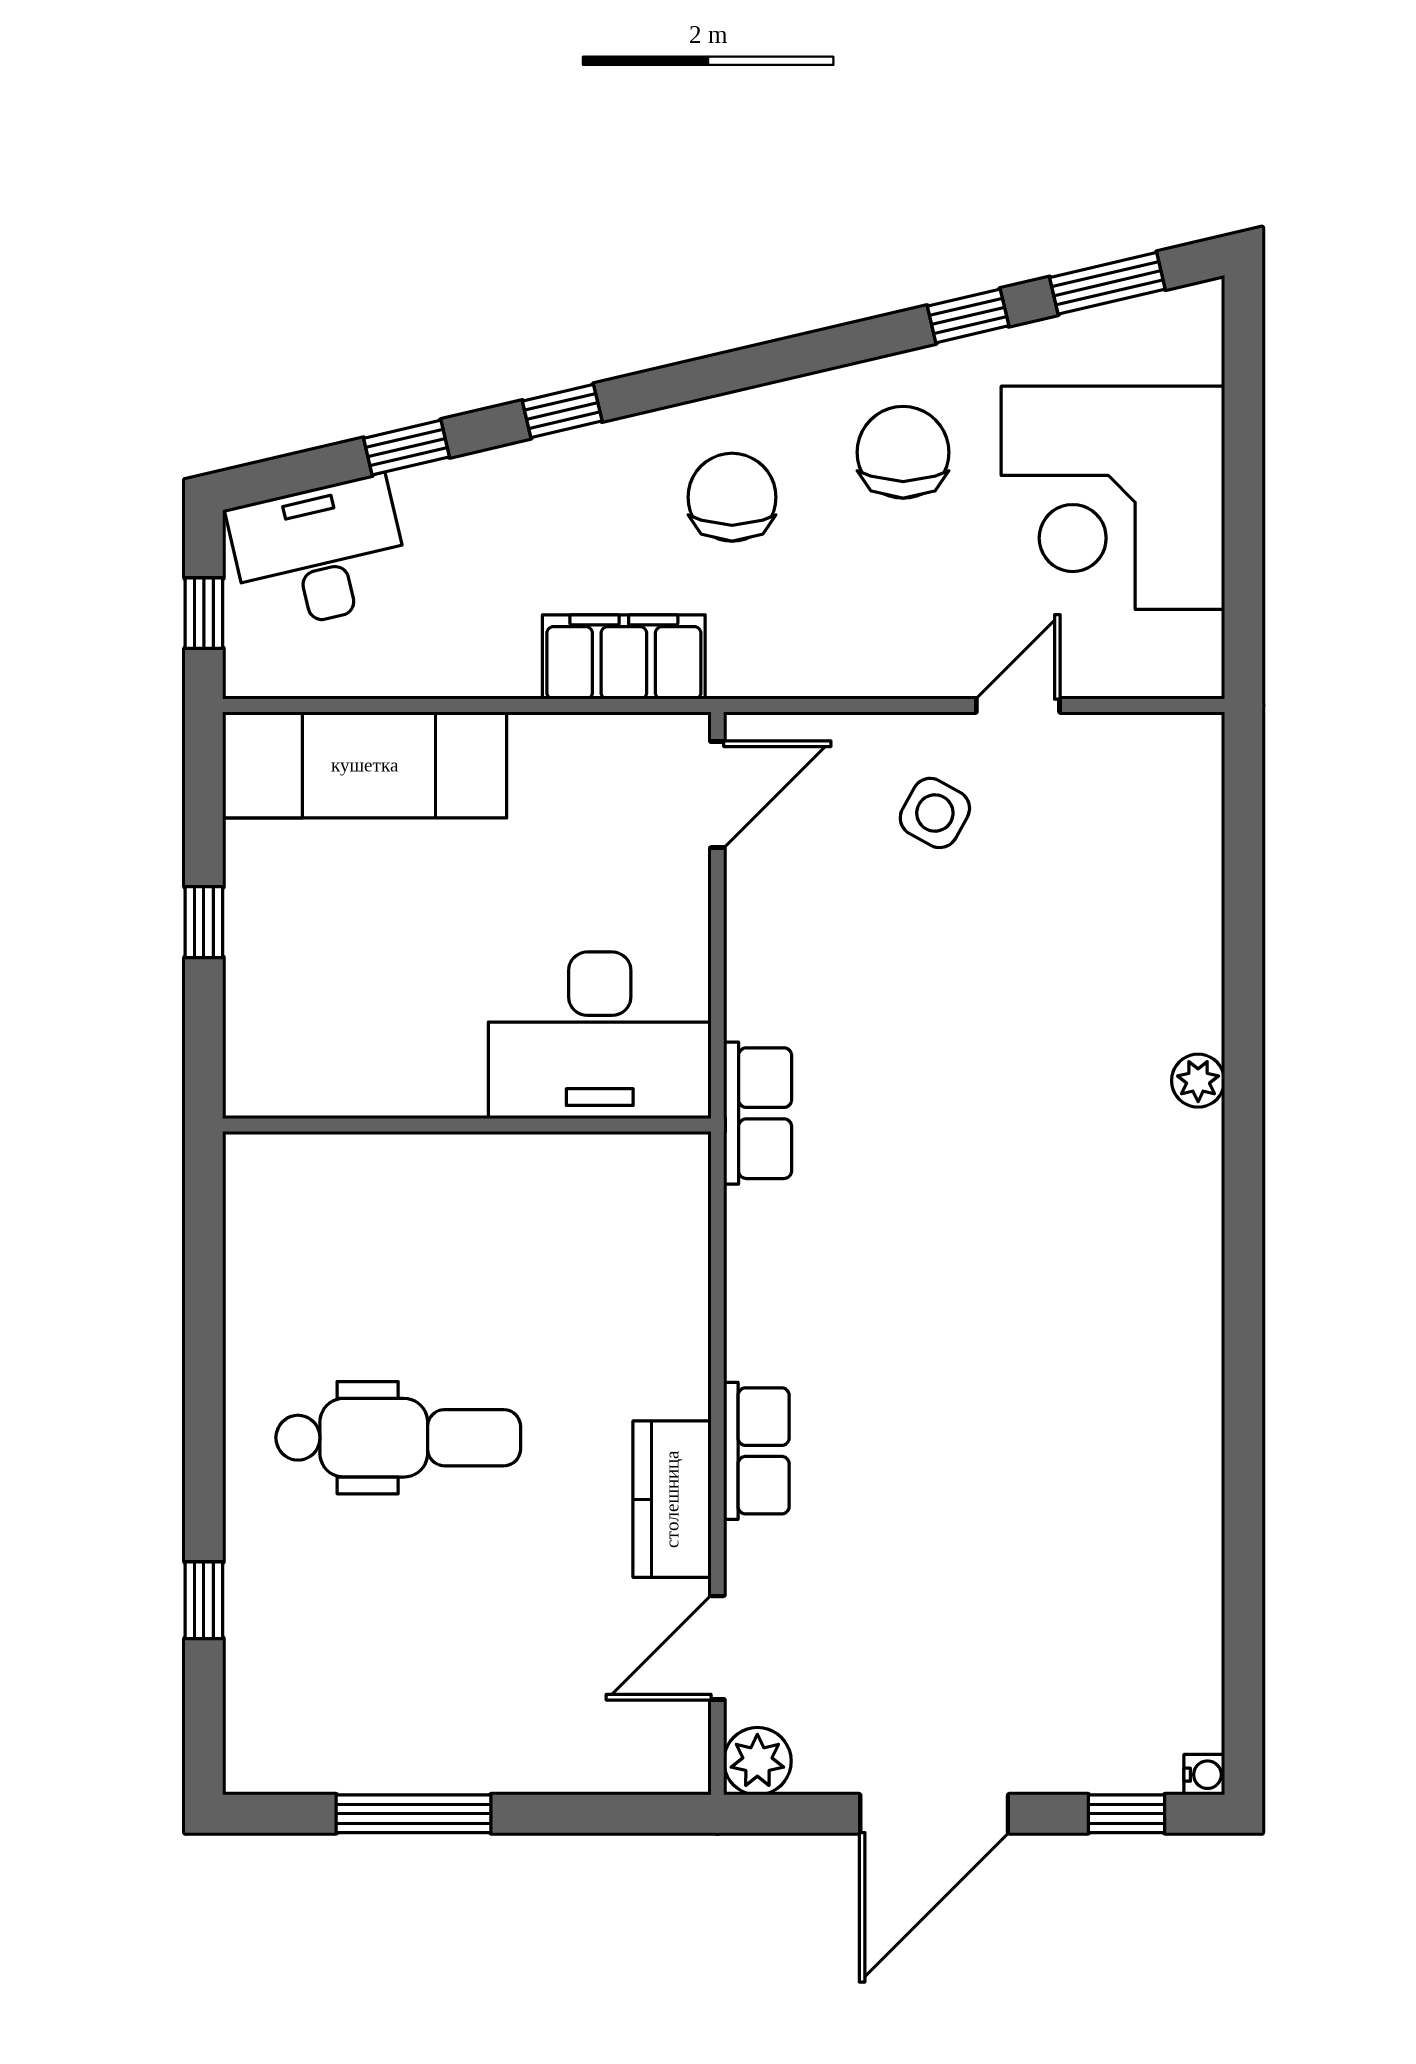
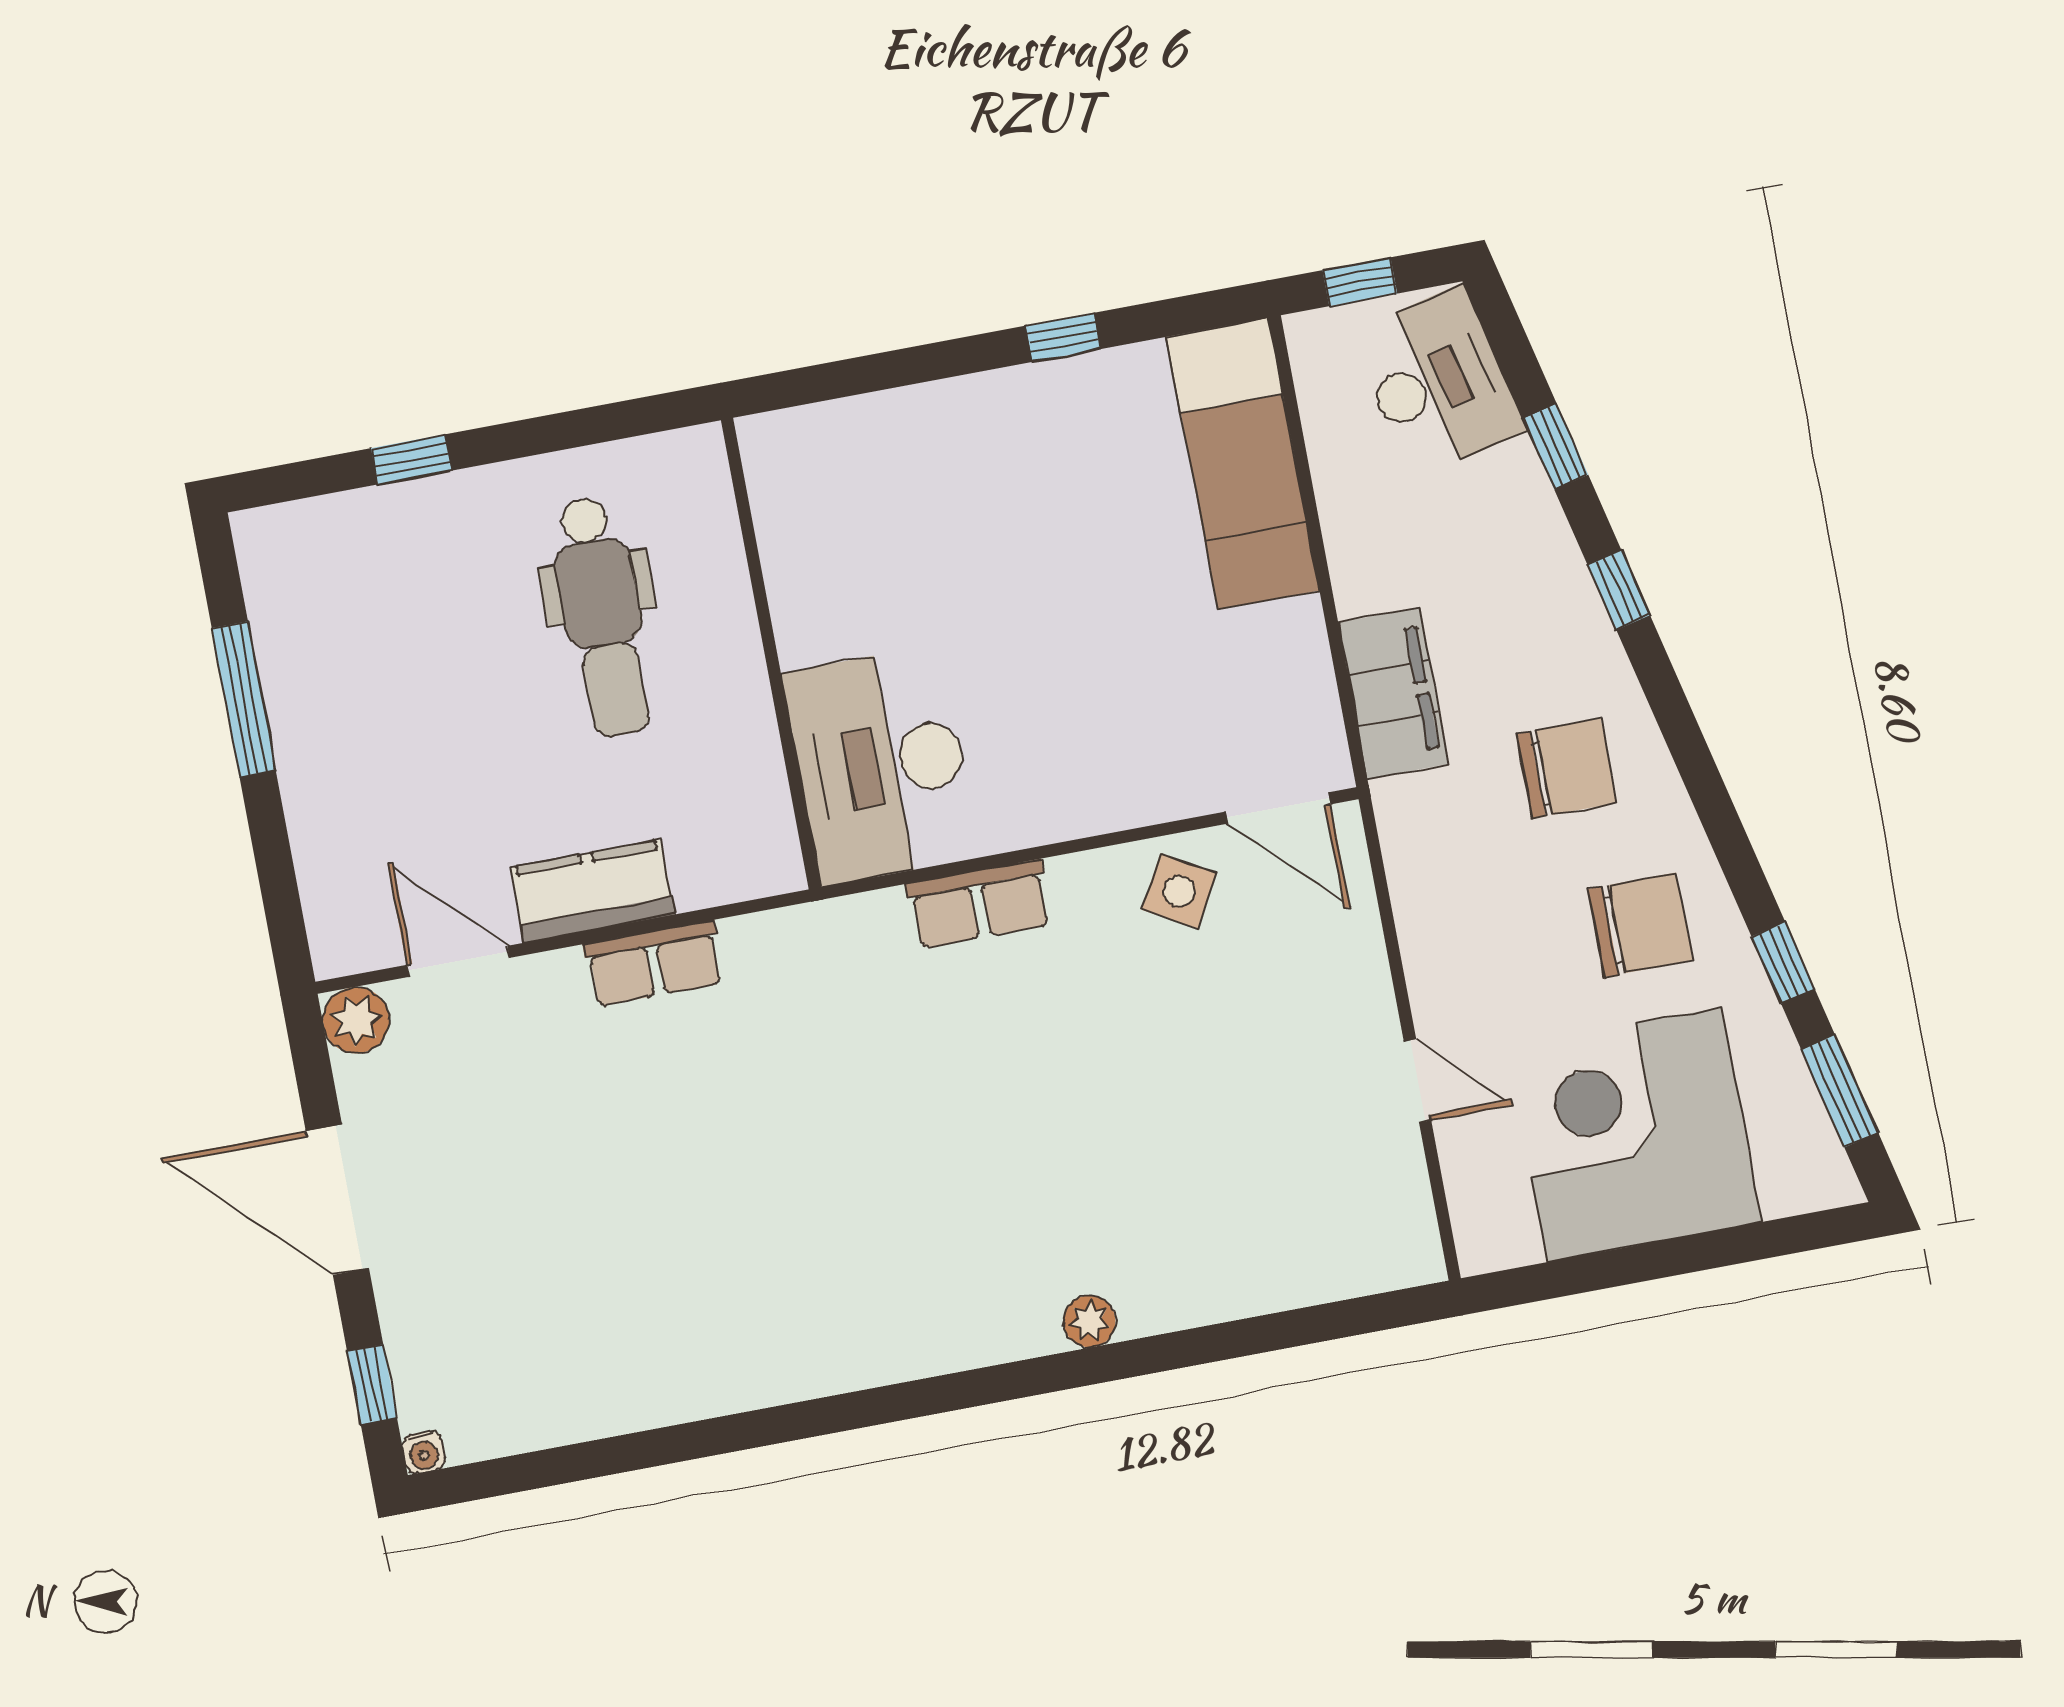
side table: (935, 813) -> (1179, 891), moved
desk: (600, 1035) -> (881, 765), moved
wall: (467, 1125) -> (771, 654), moved

